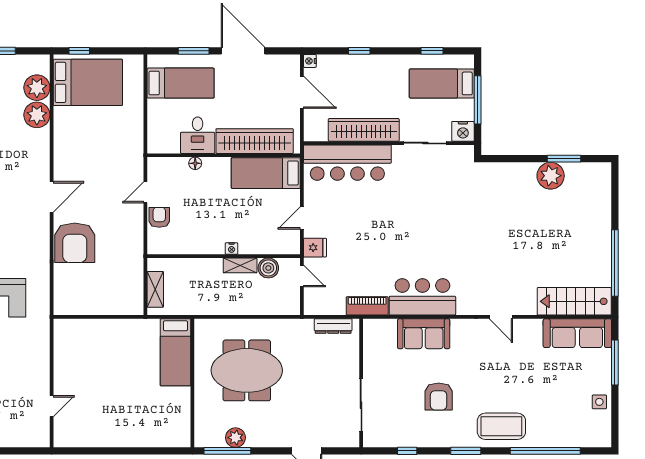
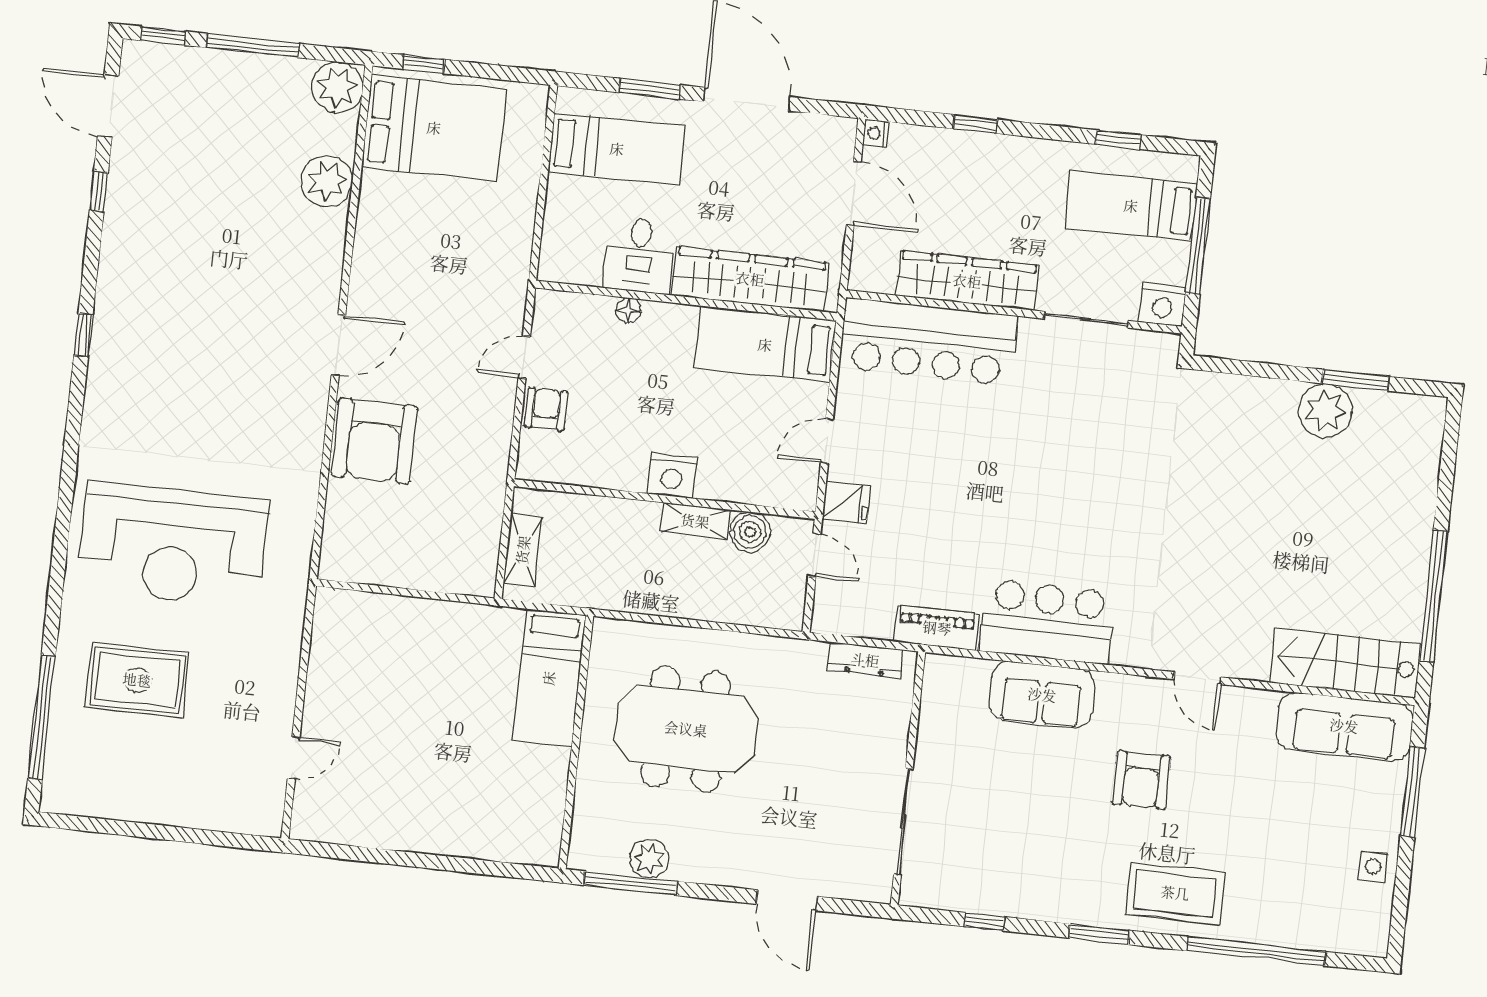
plant: (37, 88) -> (337, 87), moved
nightstand: (232, 249) -> (672, 476), width x1.89, depth x1.79
armchair: (439, 396) -> (1141, 780), moved

